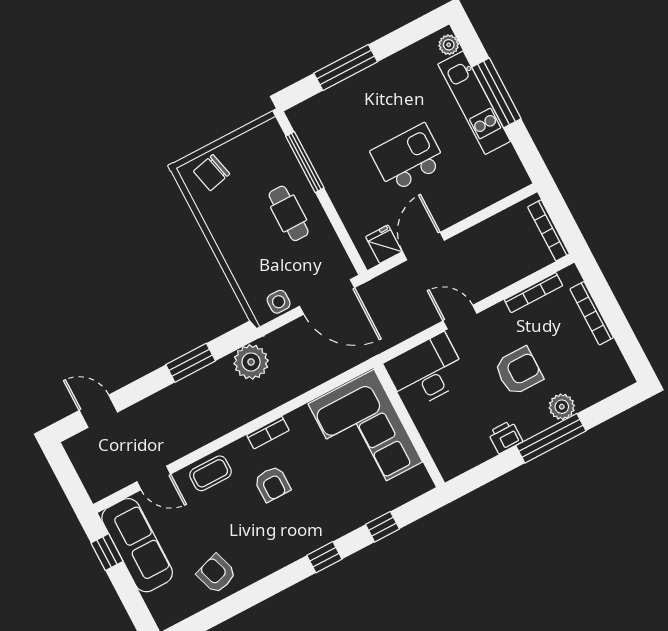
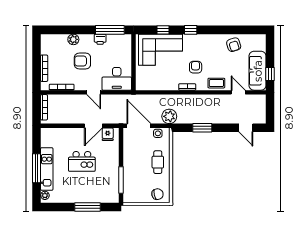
cafe table: (289, 213) -> (158, 162), moved
plant: (251, 362) -> (169, 116), moved
corner sofa: (365, 433) -> (160, 50), moved, turned 90
window: (551, 438) -> (110, 30), moved

